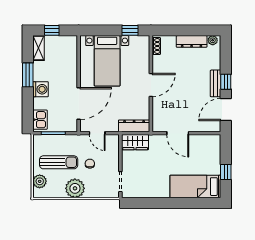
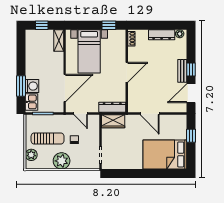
shelving: (39, 48) -> (59, 40), moved
window: (28, 75) -> (21, 86), moved
washing machine: (41, 89) -> (32, 86), moved
window: (226, 172) -> (191, 136), moved
bed: (195, 187) -> (165, 154), width x1.50

